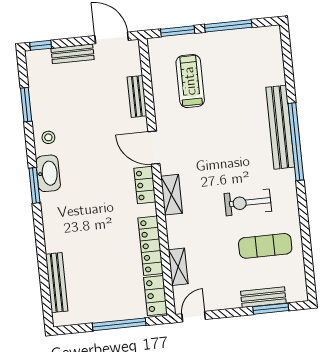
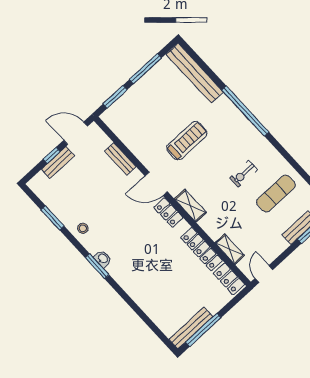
window: (41, 45) -> (52, 155), moved
treadmill: (190, 81) -> (187, 141), moved, turned 90
bench: (280, 127) -> (195, 73), moved
washbasin: (48, 173) -> (103, 259), width x0.52, depth x0.69
exercise bike: (248, 202) -> (244, 174), width x0.73, depth x0.72
bench: (57, 283) -> (191, 328), moved, turned 90
window: (119, 324) -> (203, 330), moved

